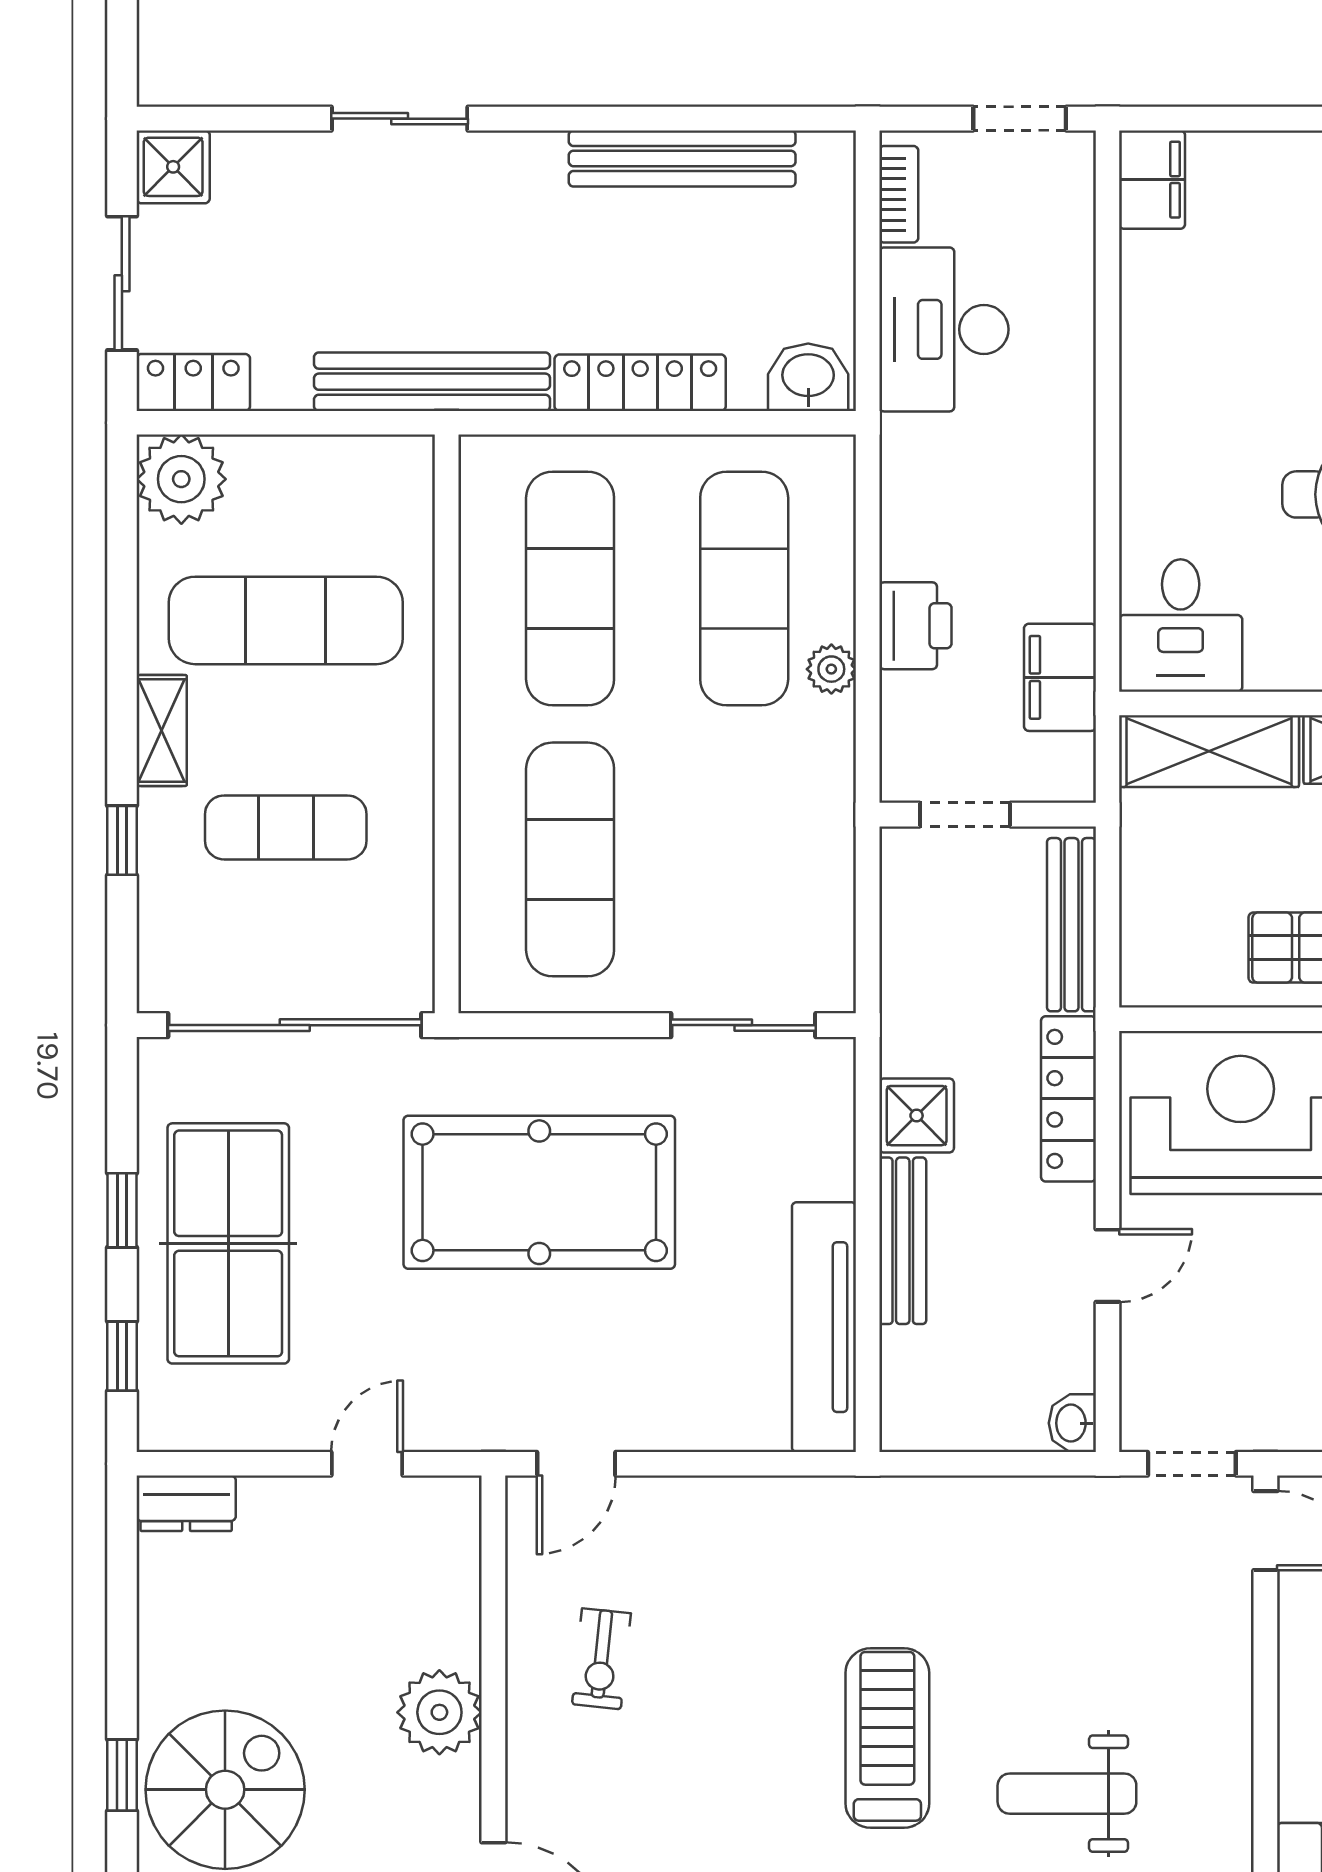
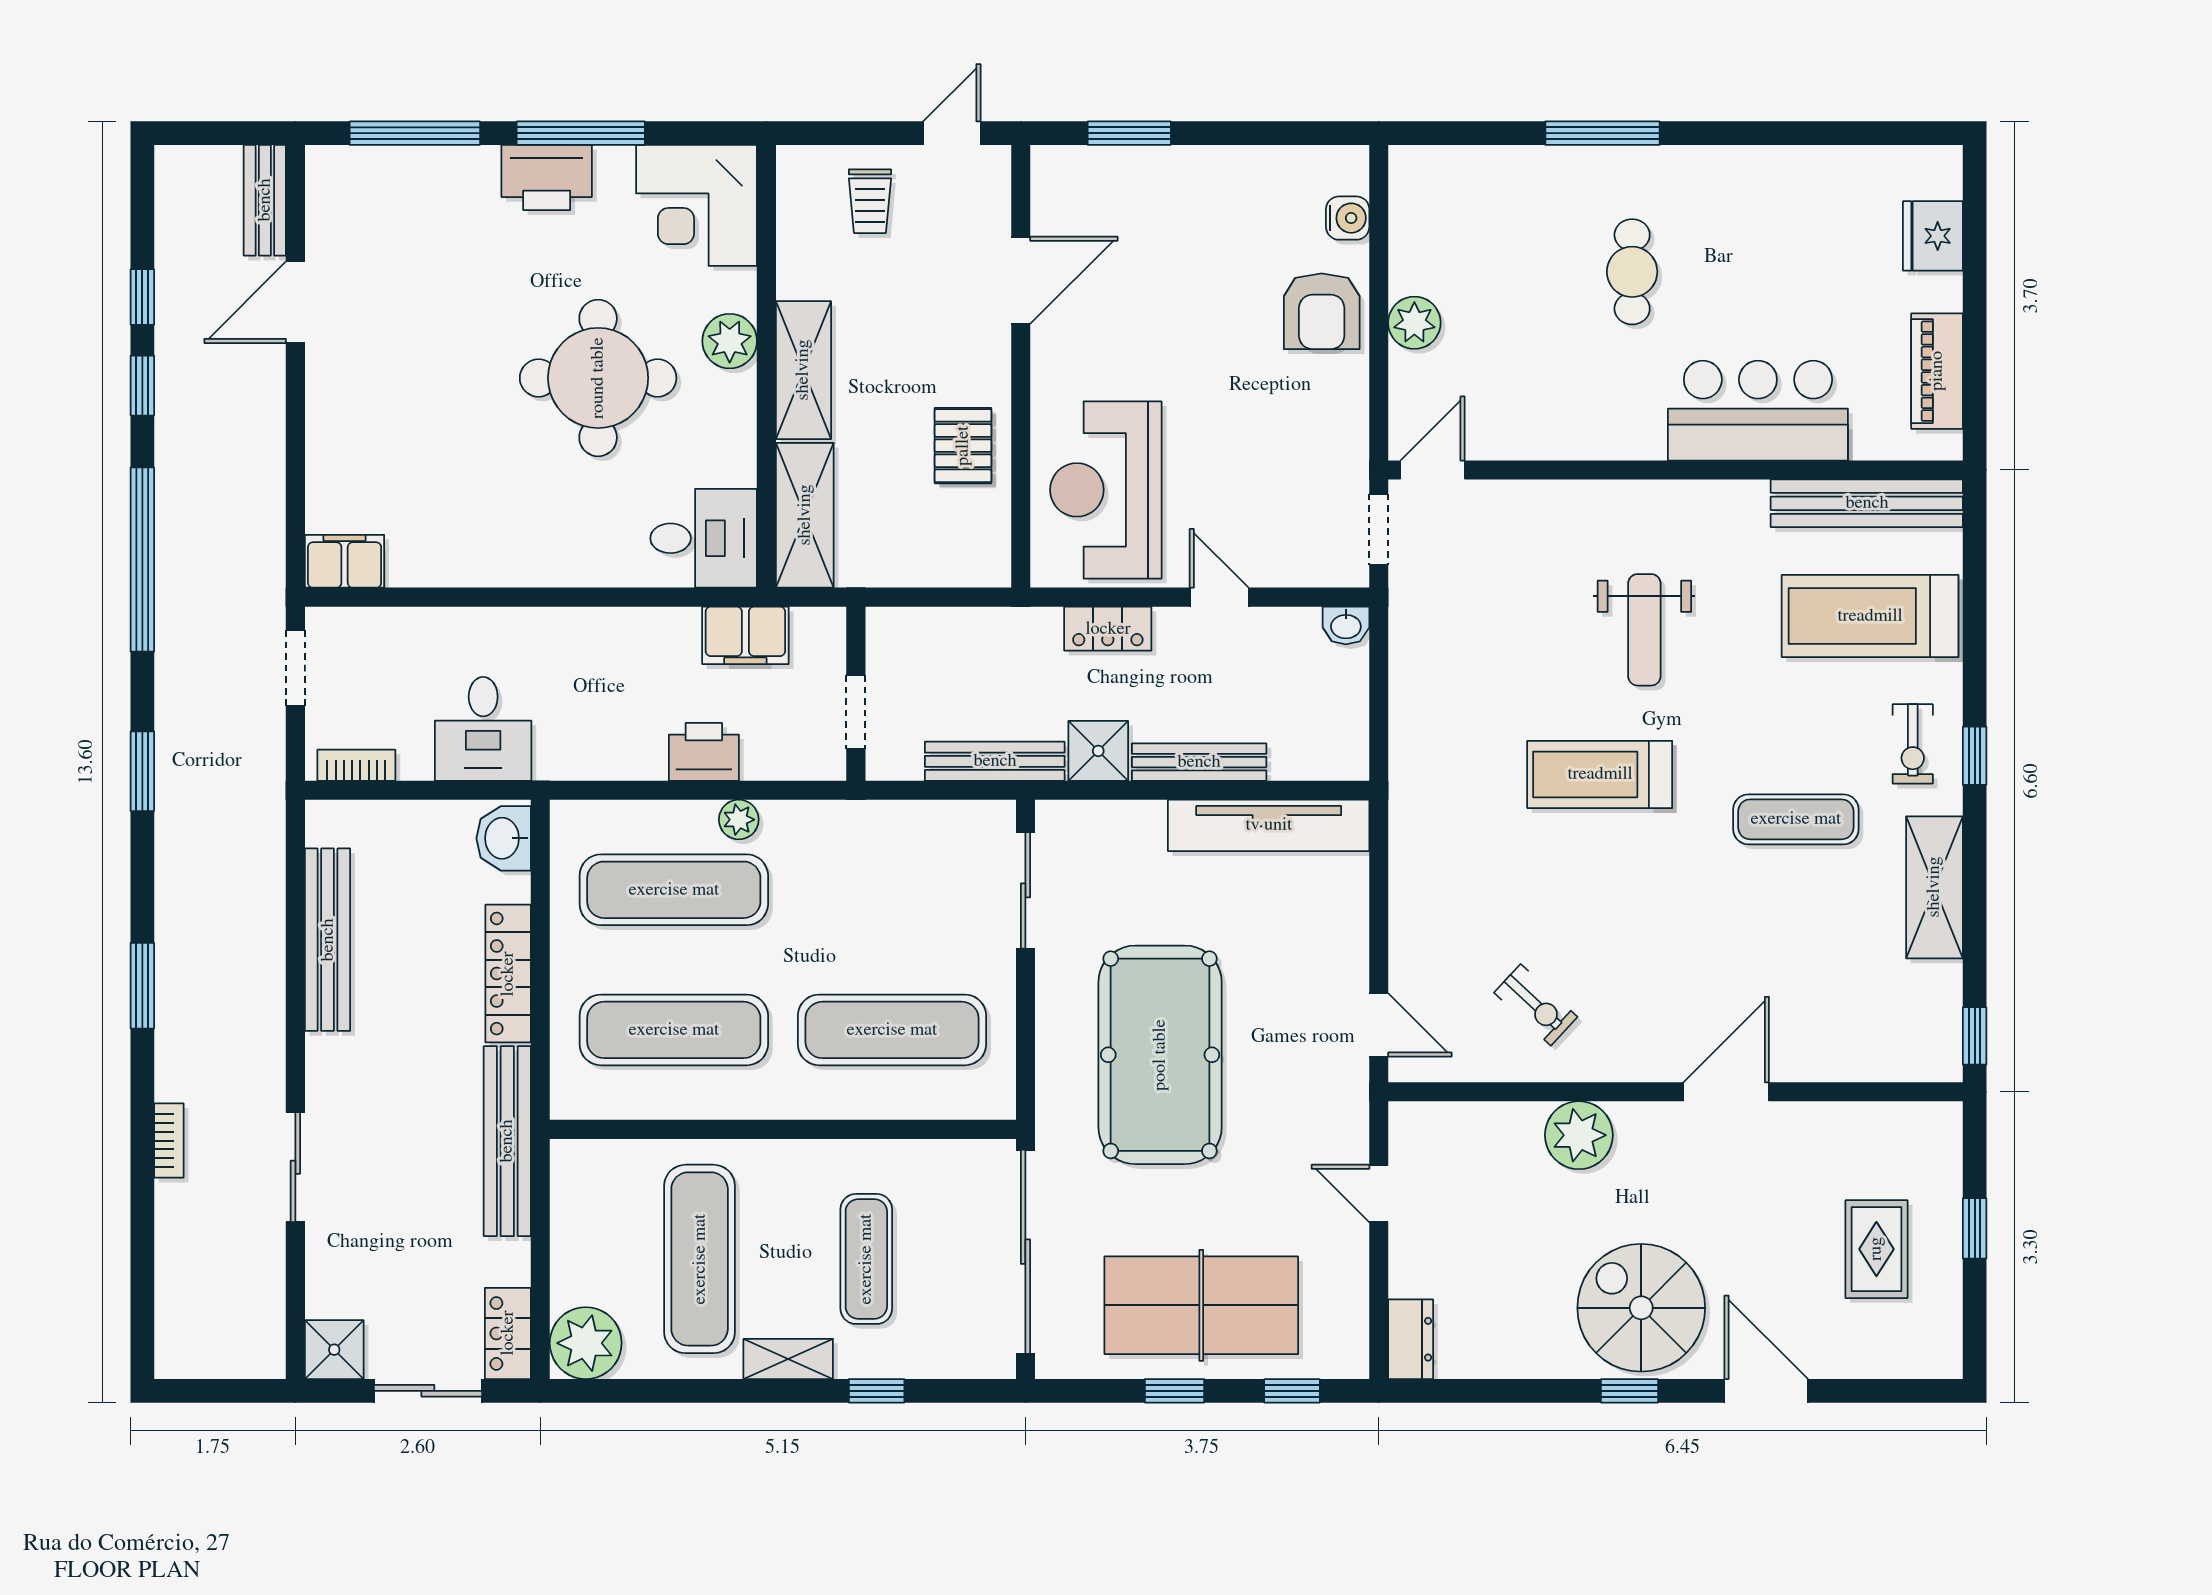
desk: (944, 329) -> (483, 729), width x0.73
bench: (1071, 925) -> (995, 761), moved
locker: (1068, 1099) -> (1108, 629), width x0.66
exercise bike: (601, 1659) -> (1536, 1005), turned 37

